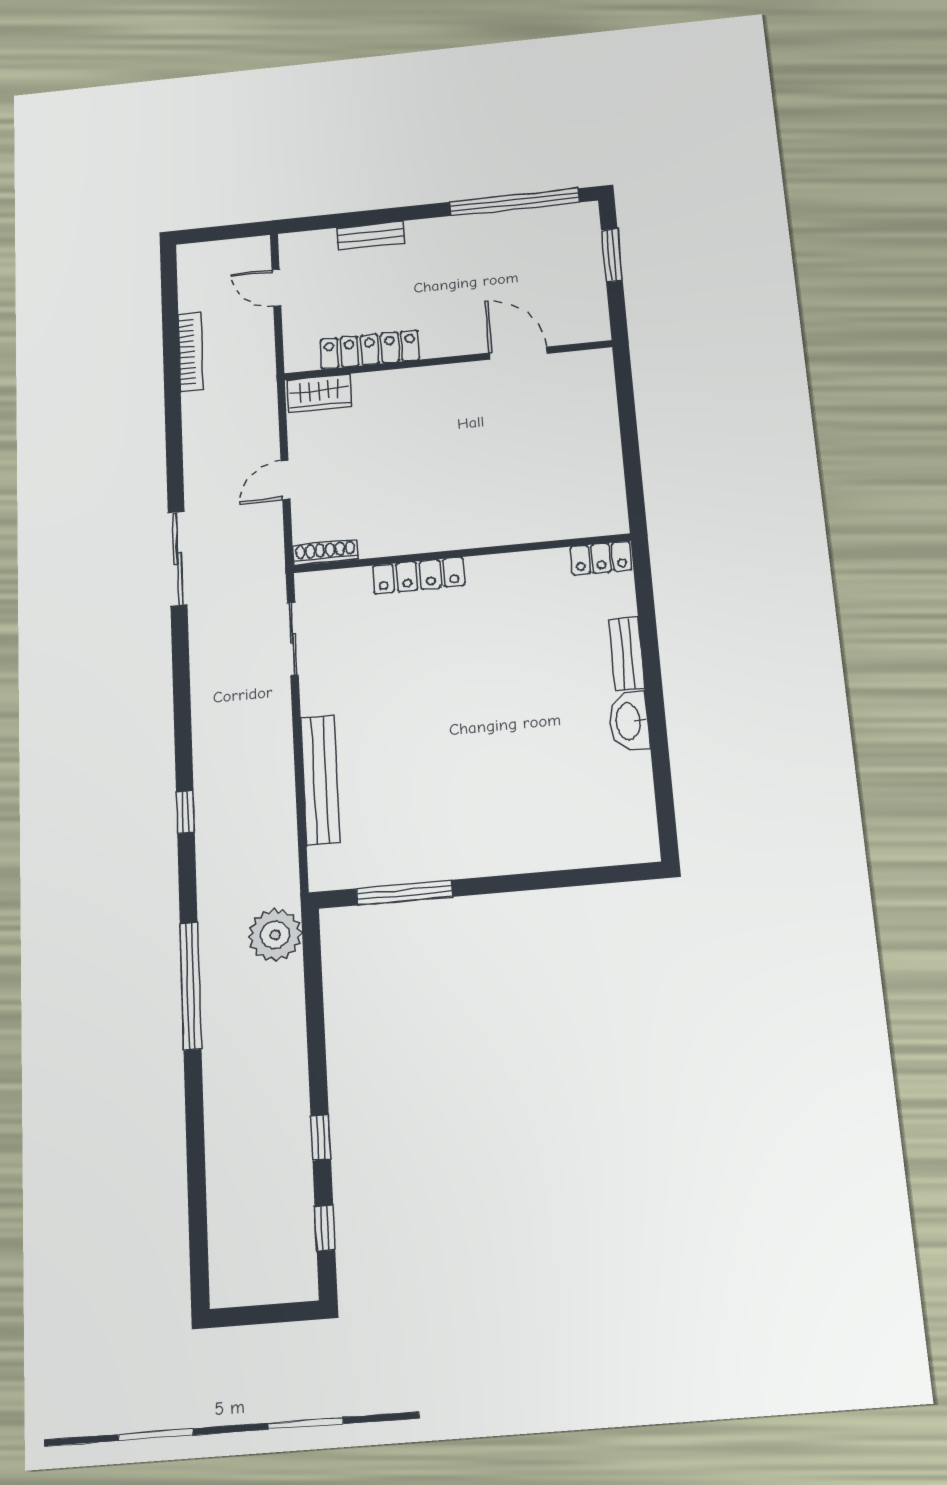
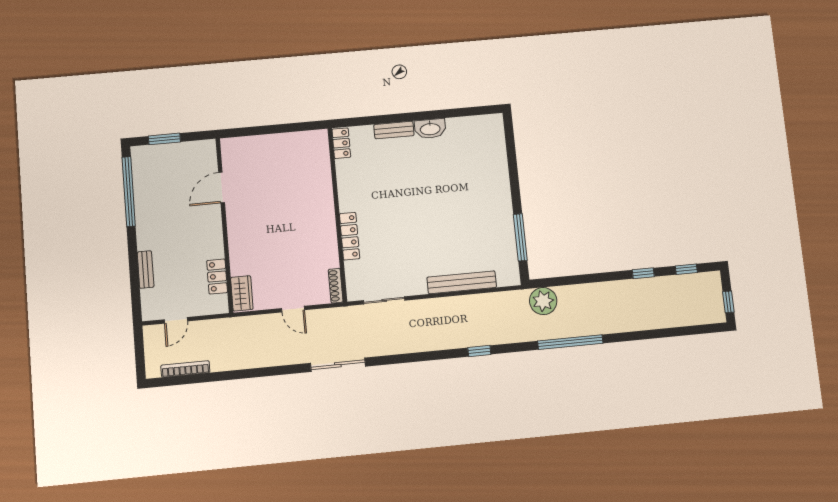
locker: (370, 350) -> (217, 276), width x0.66
bookcase: (190, 352) -> (185, 369), moved
window: (252, 1315) -> (728, 302), added

